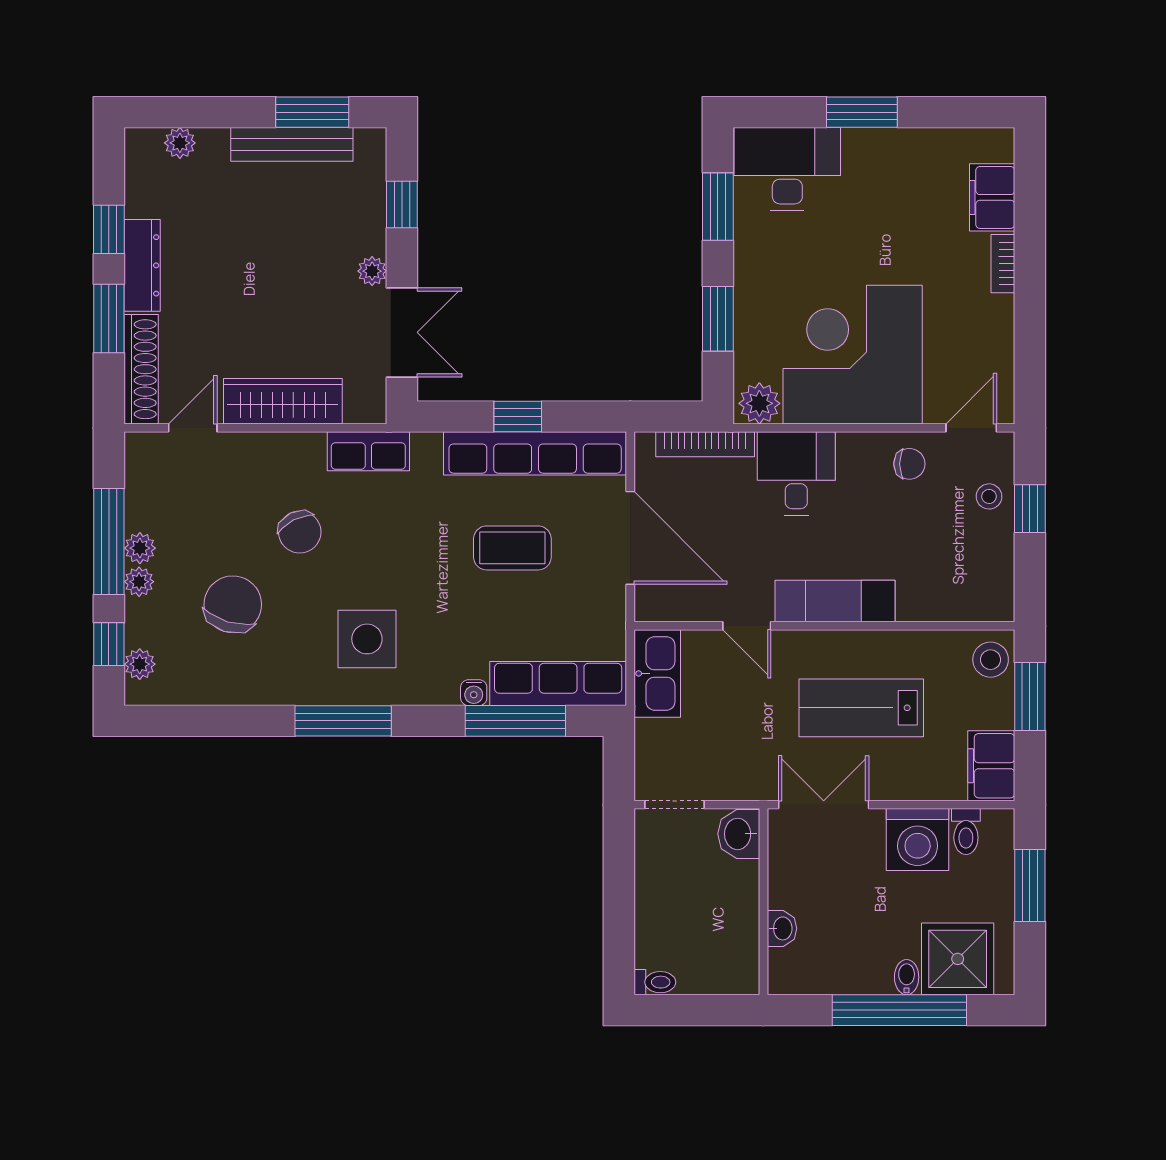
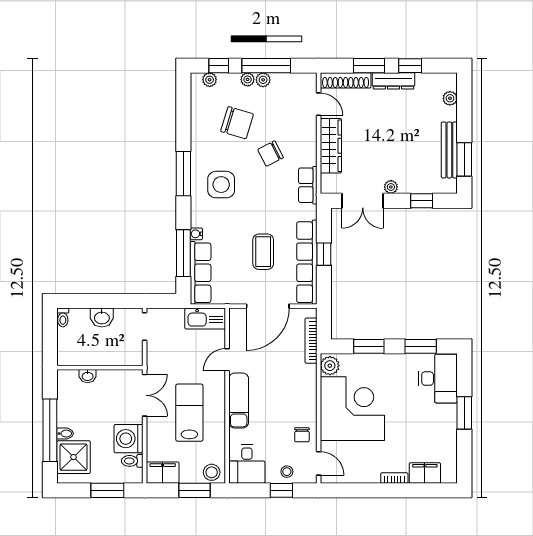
desk: (796, 474) -> (247, 464), moved, turned 90
washbasin: (739, 834) -> (102, 317), moved, turned 180

